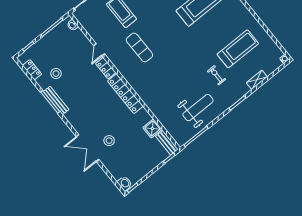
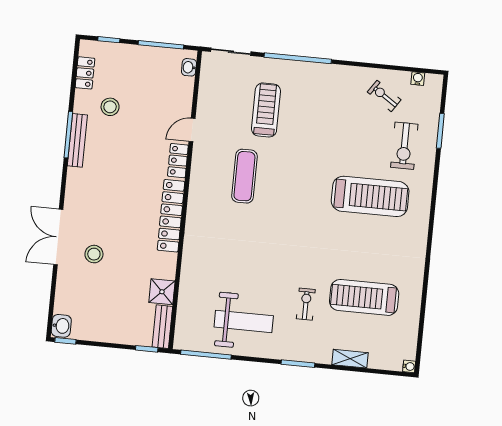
treadmill: (238, 49) -> (364, 297), turned 180

